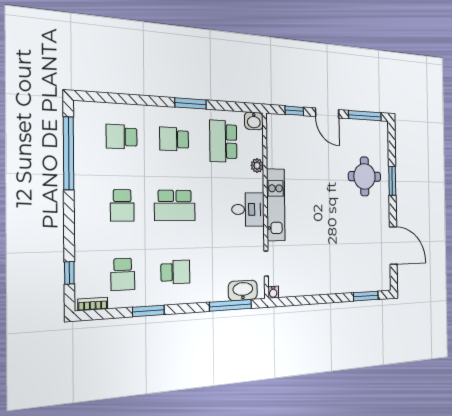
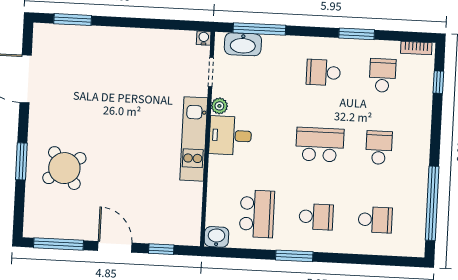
plant: (257, 166) -> (219, 106), moved
round table: (365, 176) -> (64, 168), turned -35

